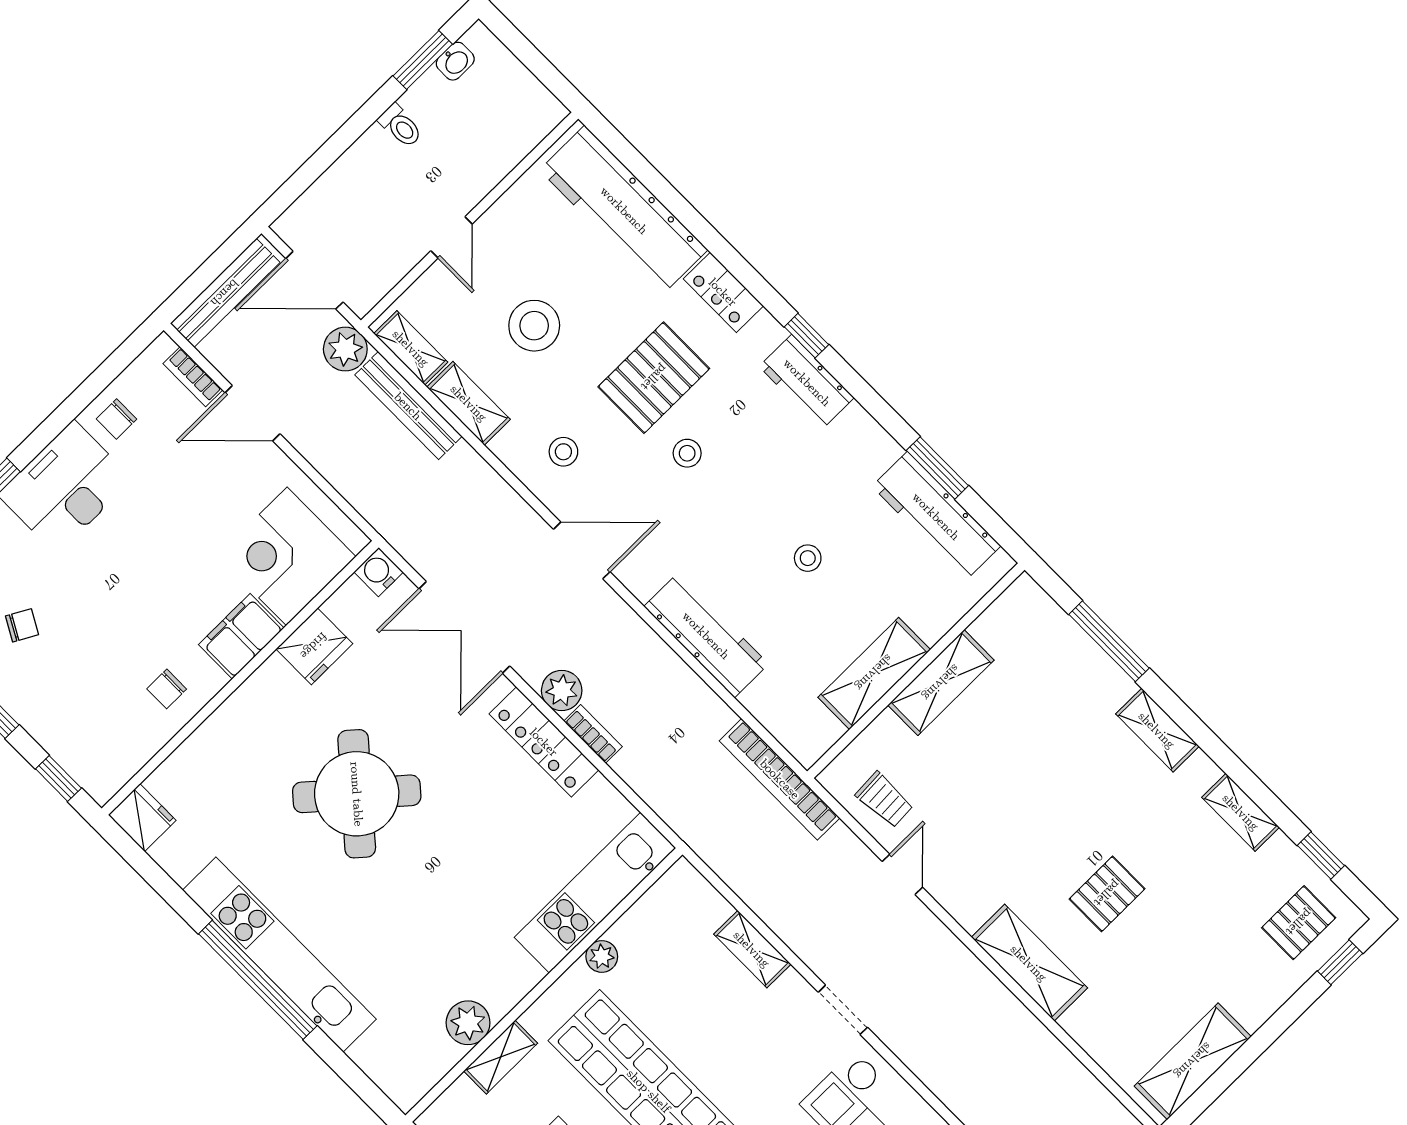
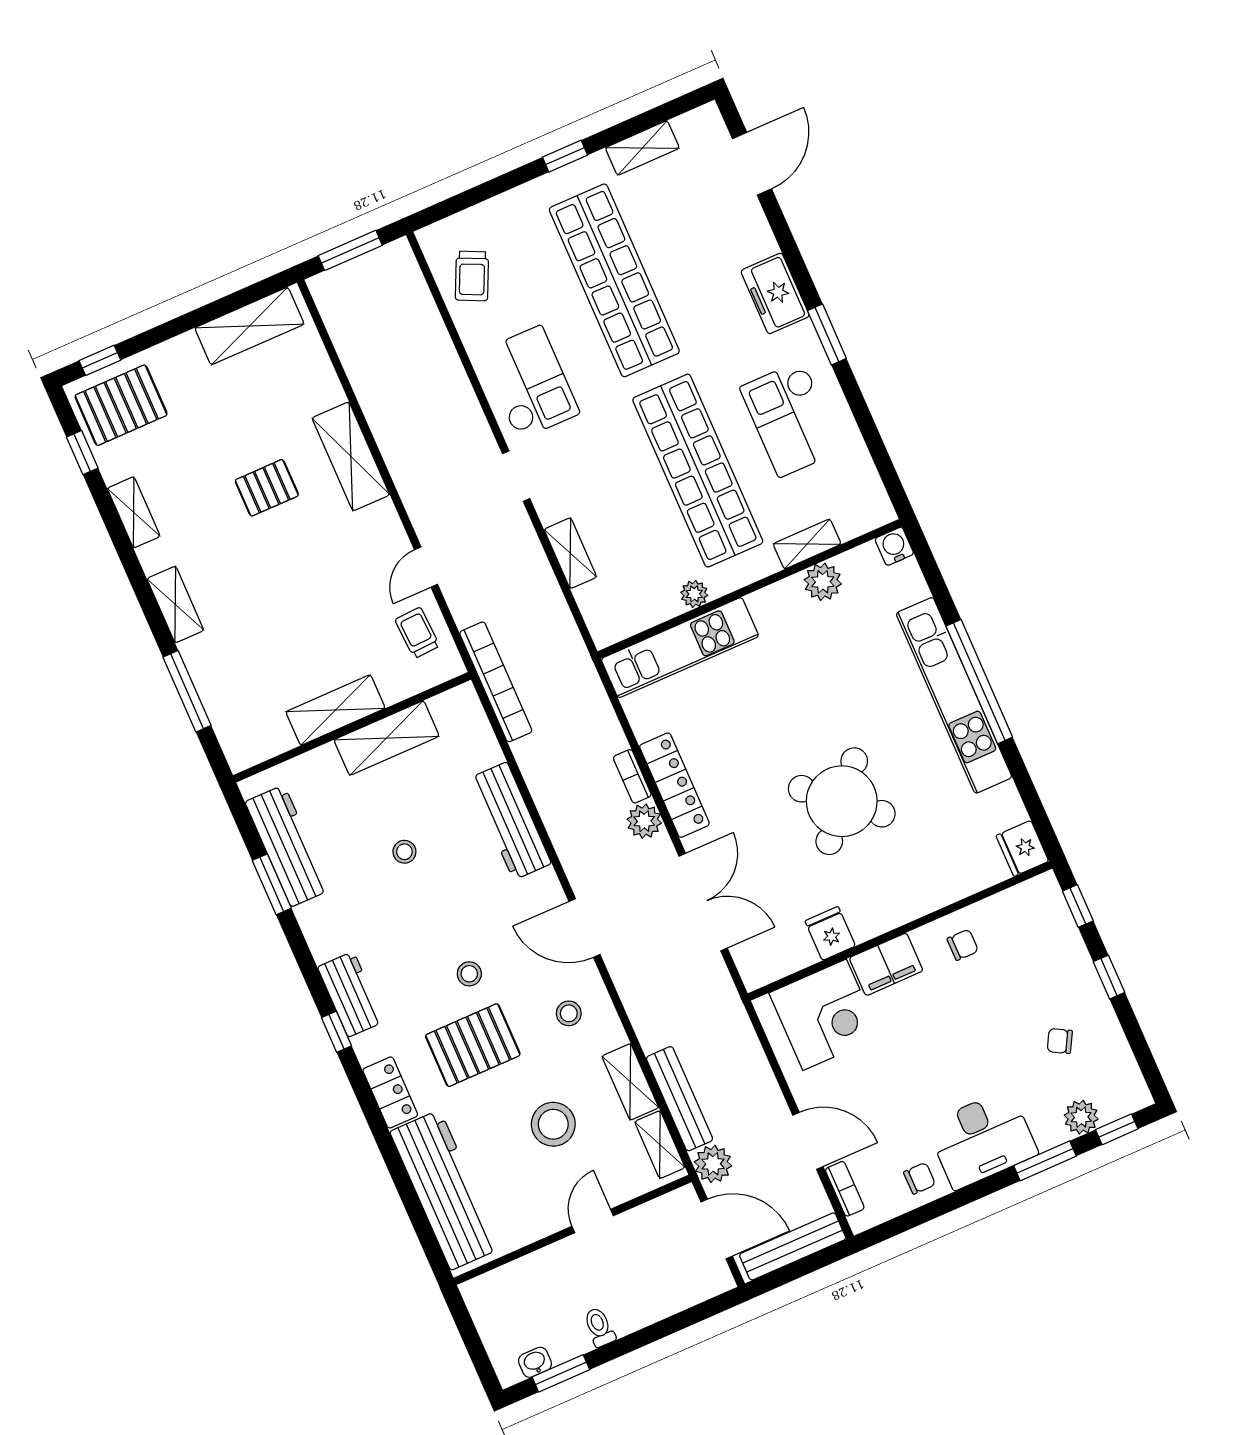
water cooler: (379, 572) -> (894, 546), moved, turned 180
fridge: (314, 646) -> (830, 933), width x0.72
pallet: (1299, 923) -> (121, 405), width x1.50, depth x1.42

